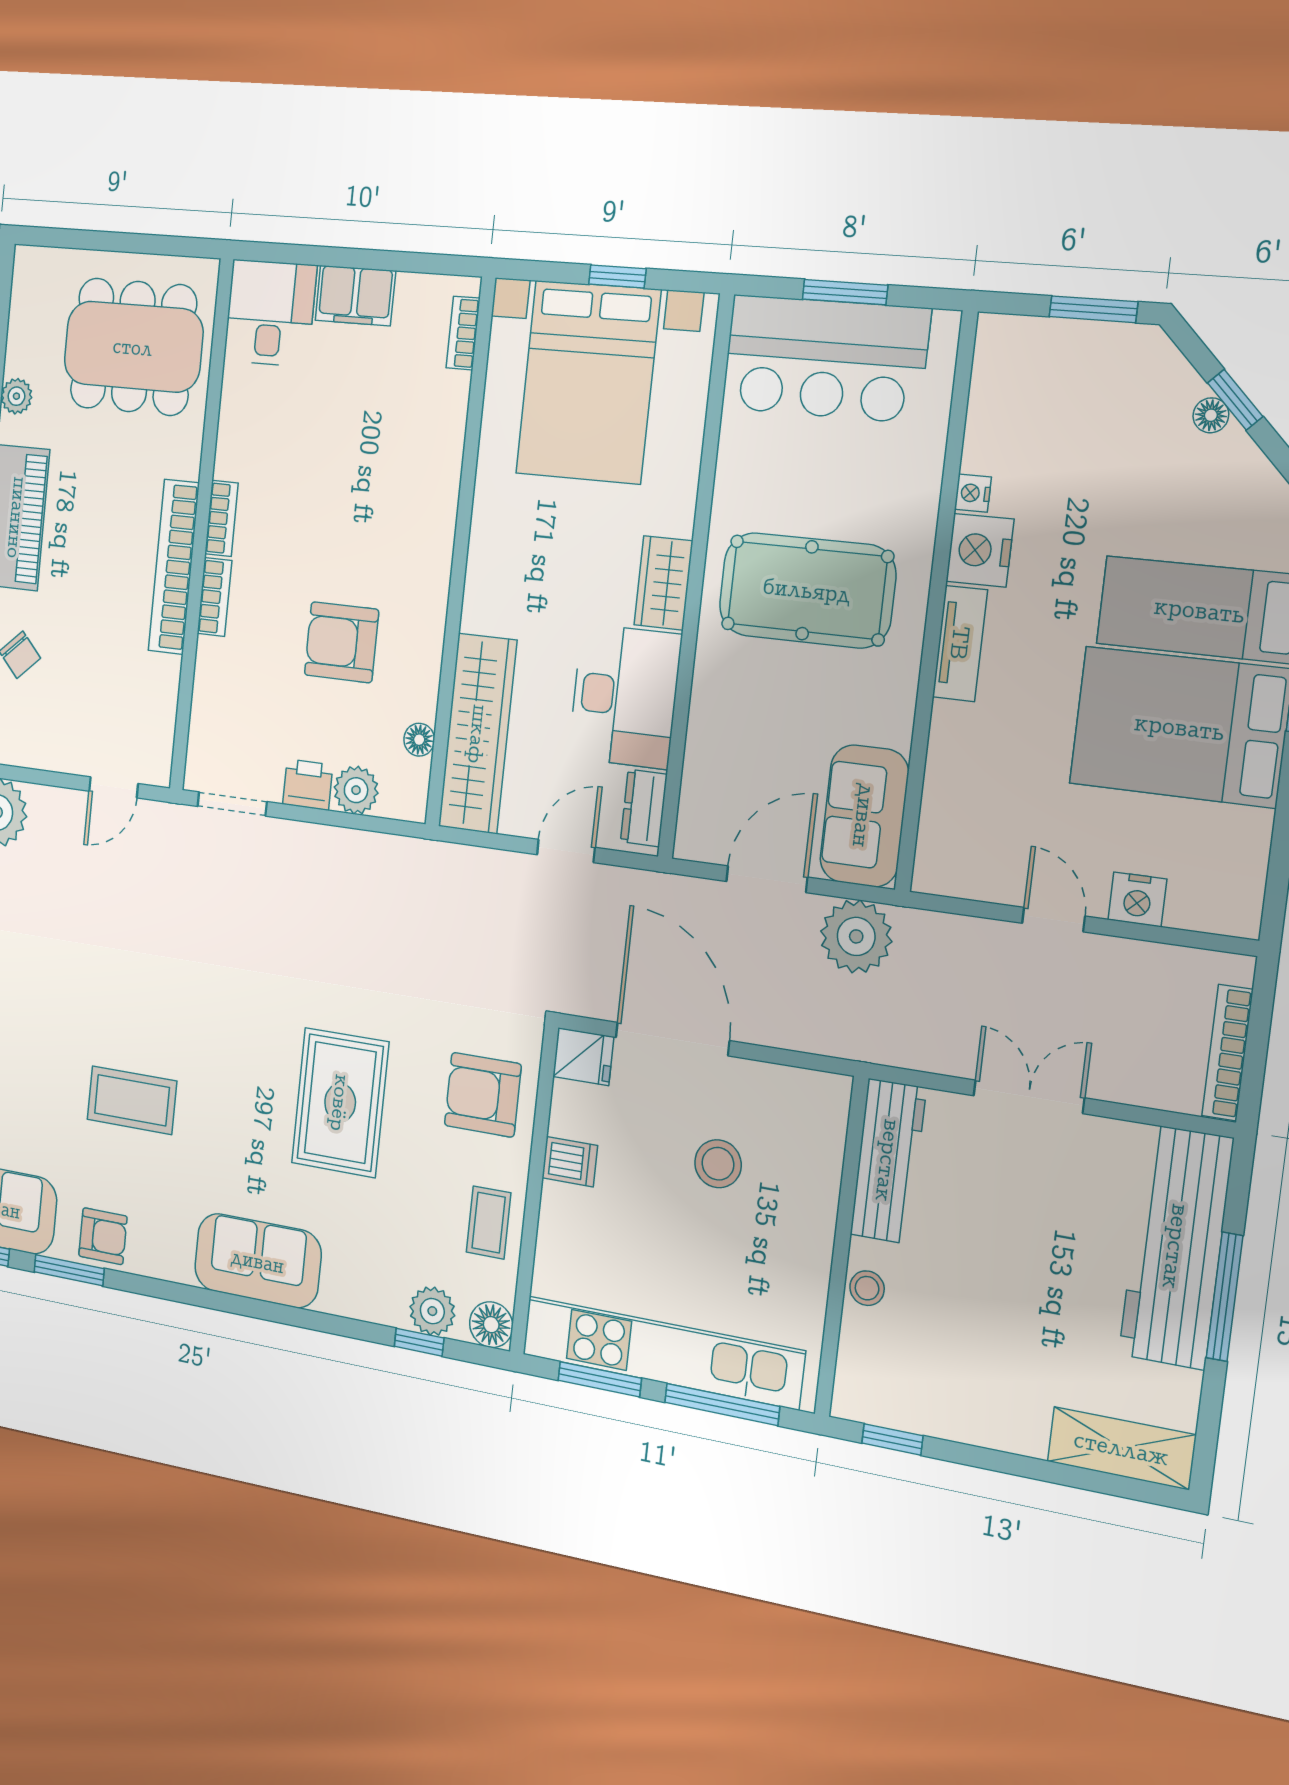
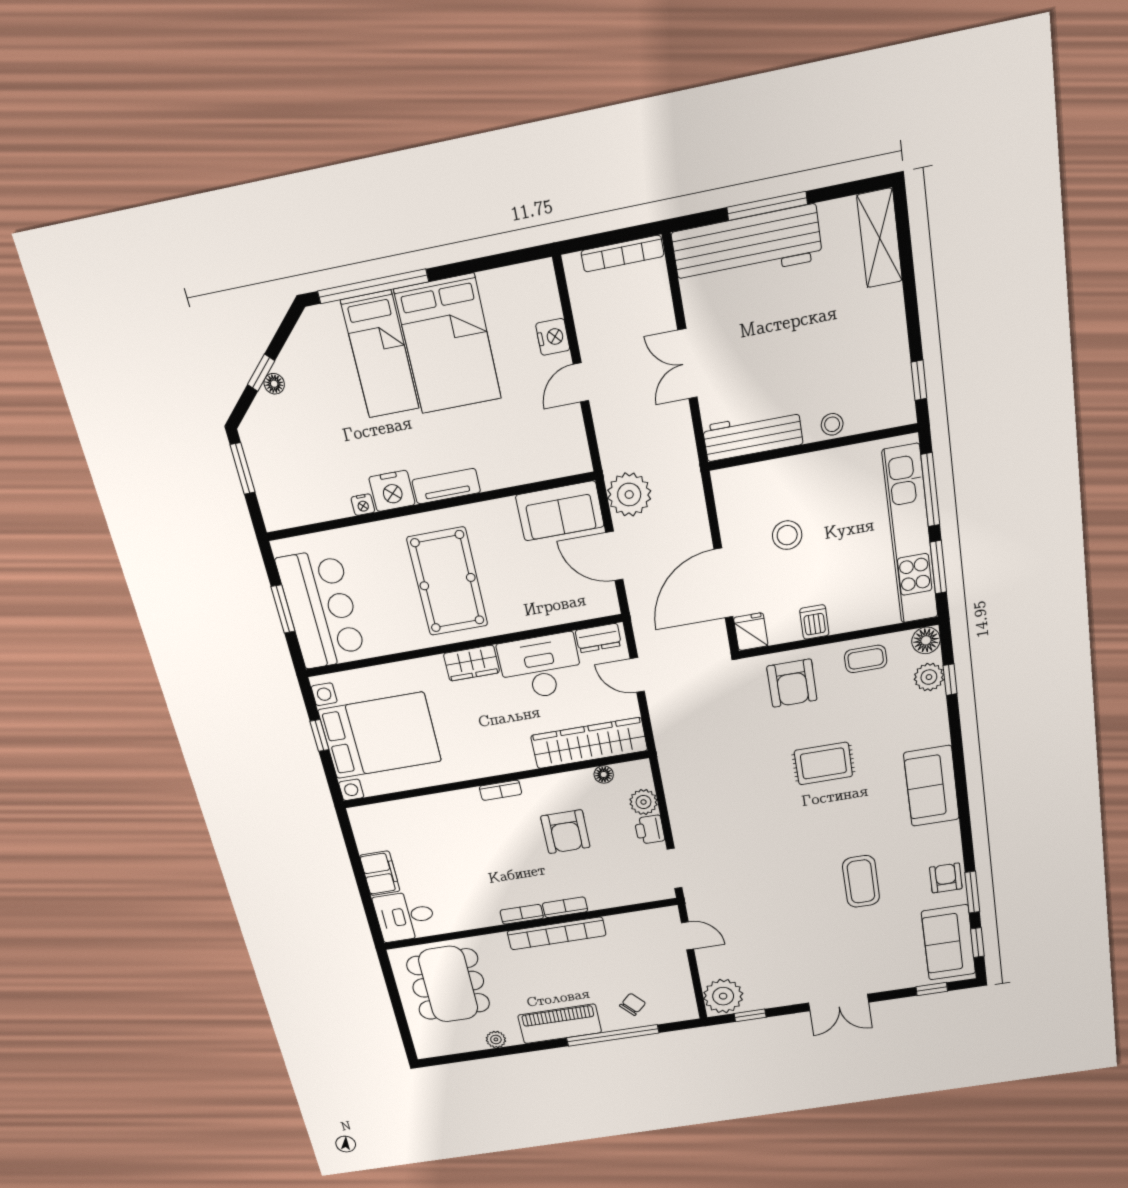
bookcase: (463, 333) -> (501, 790), moved
rug: (340, 1103) -> (823, 763), width x0.73, depth x0.70

